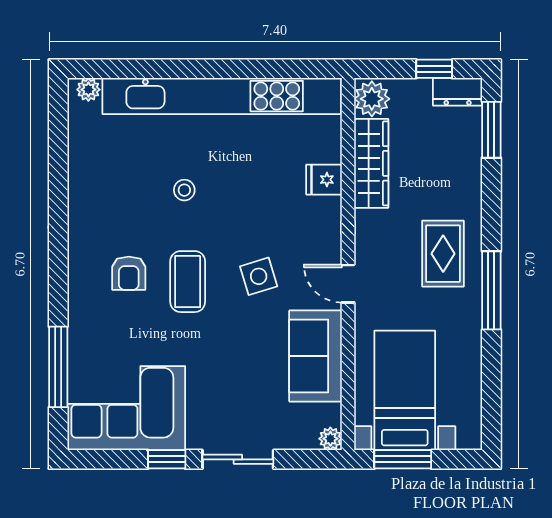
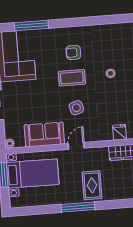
rug: (443, 254) -> (92, 185), turned 90

